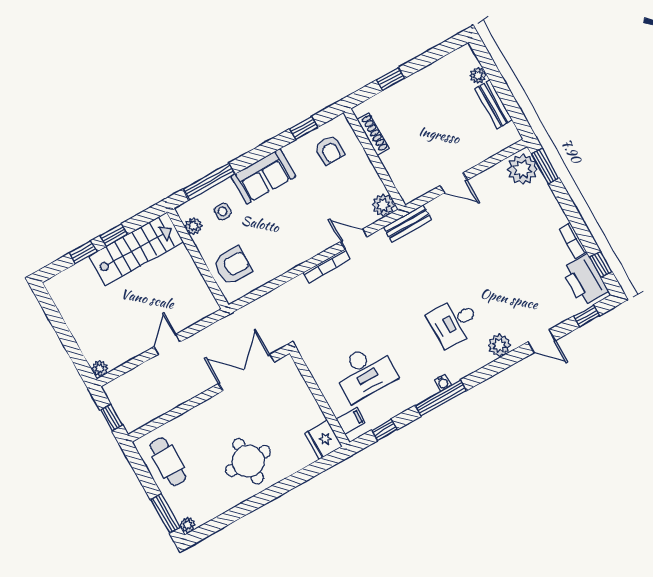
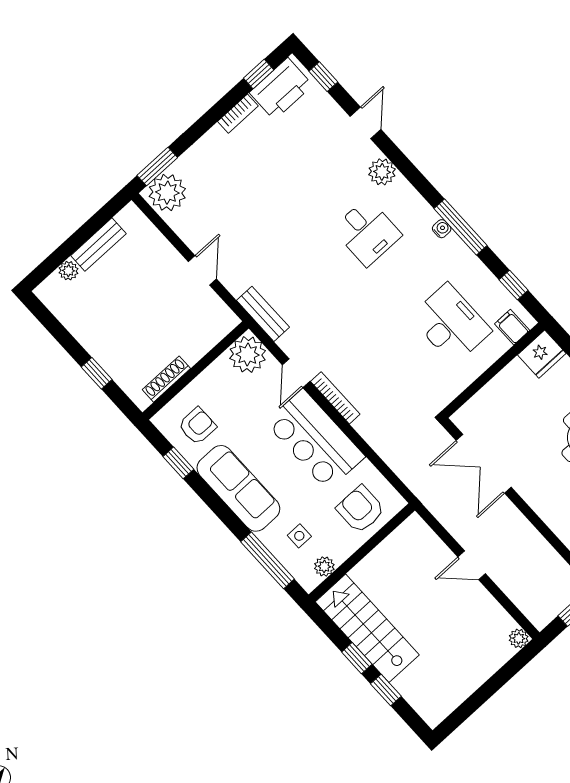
sofa: (263, 176) -> (238, 488), width x1.36
plant: (383, 205) -> (248, 355), width x1.36, depth x1.36
bar counter: (297, 242) -> (315, 440), added

